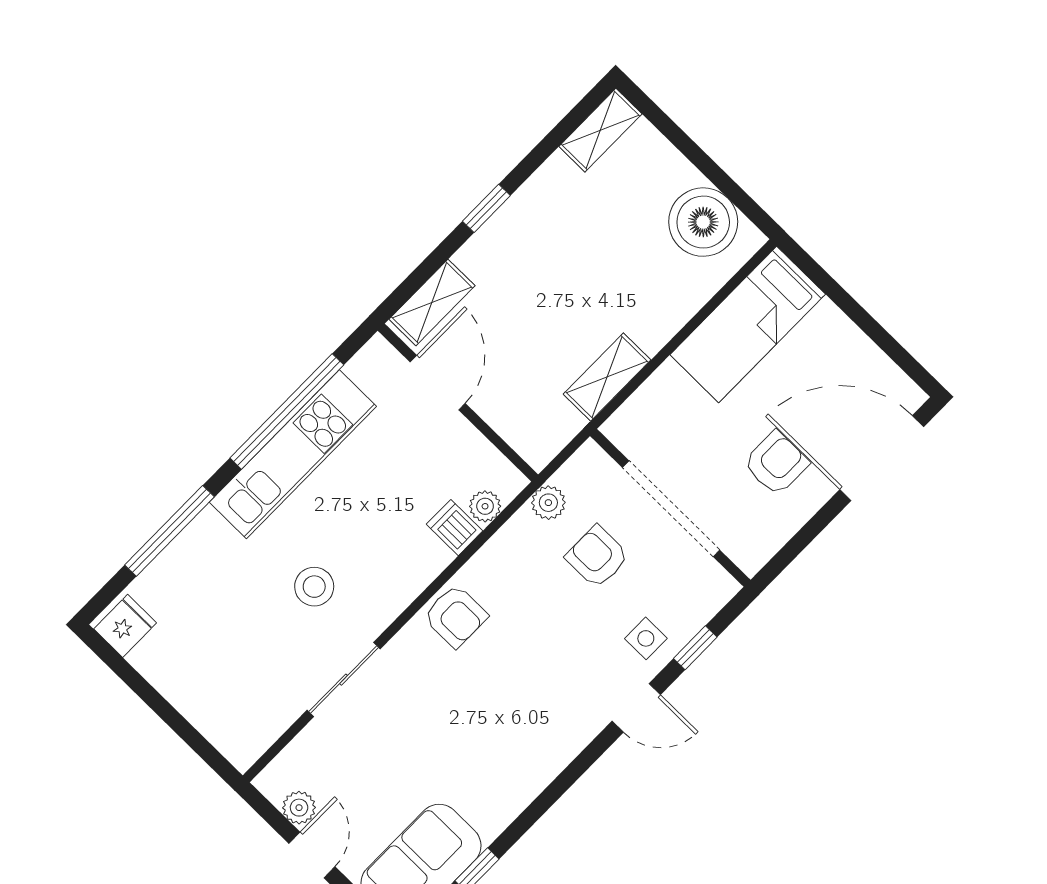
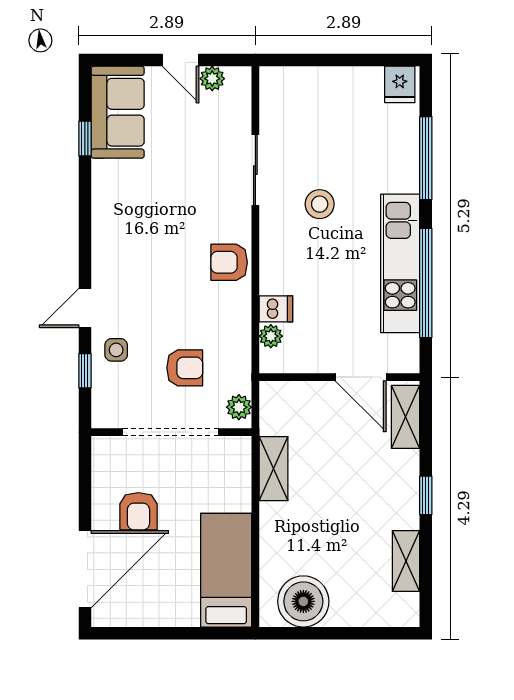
shelving: (600, 130) -> (406, 561), moved
plant: (548, 503) -> (239, 407), moved

